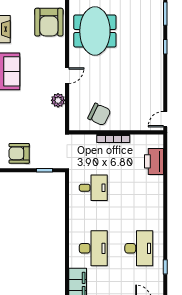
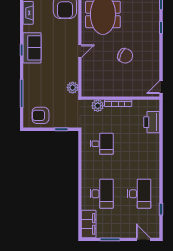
plant: (58, 100) -> (73, 88), moved
chair: (99, 114) -> (125, 56), moved
plant: (88, 142) -> (98, 106), added

